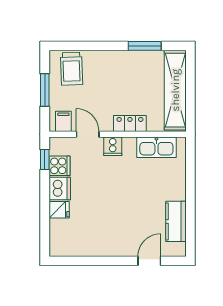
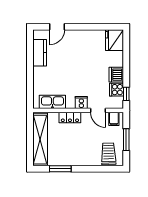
fridge: (59, 210) -> (114, 40), moved, width x1.88, depth x1.34

